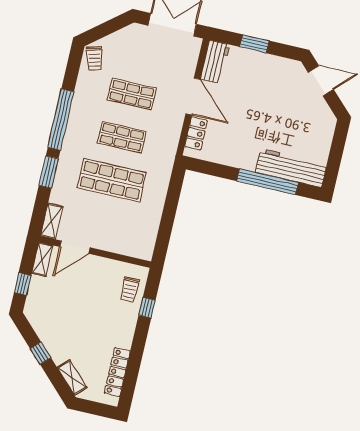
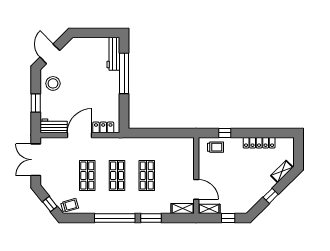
window: (103, 30) -> (50, 204), added
stool: (277, 75) -> (53, 83), added
workbench: (291, 168) -> (113, 54), width x0.73, depth x0.76
shop shelf: (112, 180) -> (147, 176), width x0.70, depth x0.74
locker: (117, 372) -> (259, 143), moved

